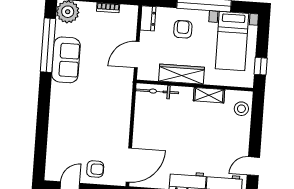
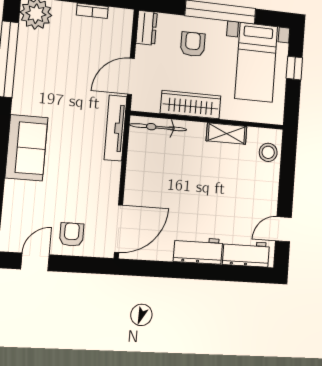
sofa: (66, 60) -> (26, 148), moved
window: (261, 66) -> (294, 68), moved
tv unit: (126, 93) -> (116, 128), added
armchair: (95, 169) -> (72, 234), turned -90

